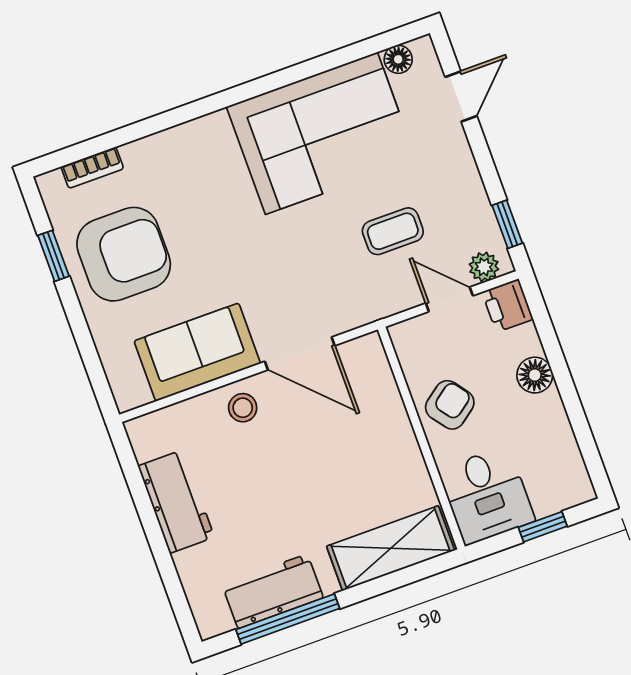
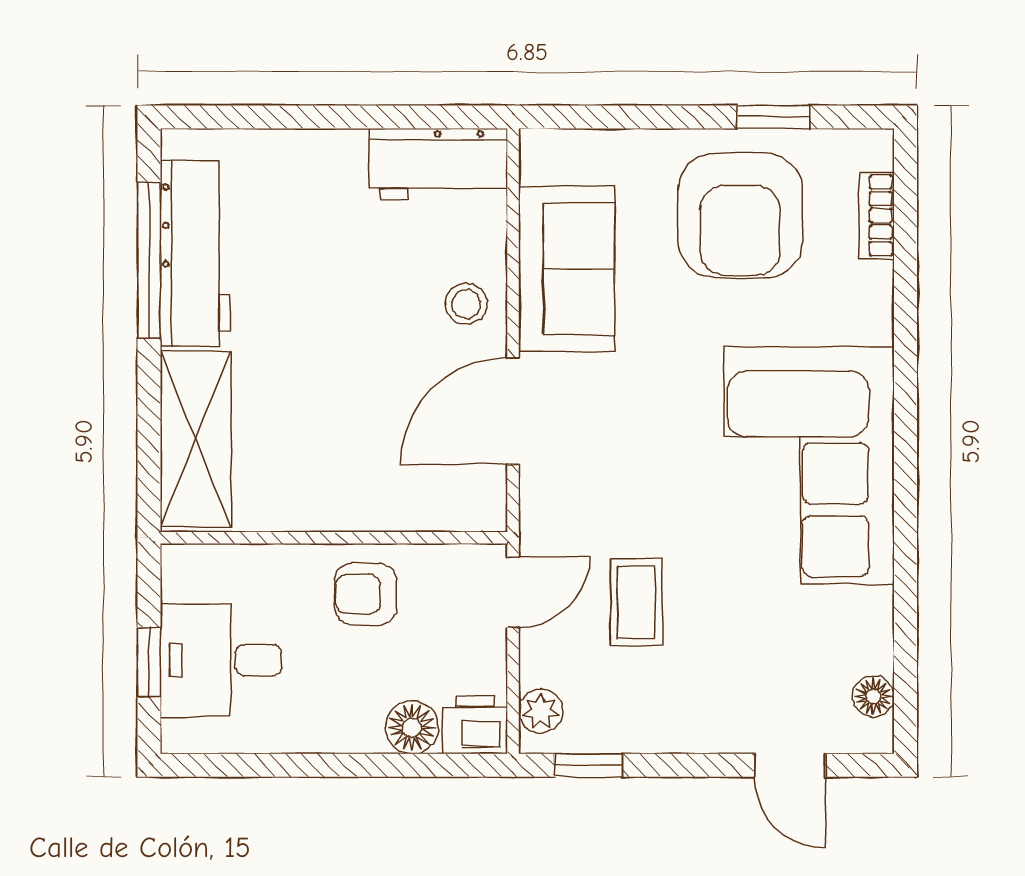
corner sofa: (321, 133) -> (809, 466), moved
door: (449, 299) -> (513, 592), moved
floor lamp: (535, 375) -> (412, 727), moved
armchair: (450, 405) -> (366, 594), turned 127
desk: (487, 495) -> (221, 660), moved
workbench: (176, 502) -> (438, 164), moved
workbench: (273, 591) -> (195, 253), width x1.38

